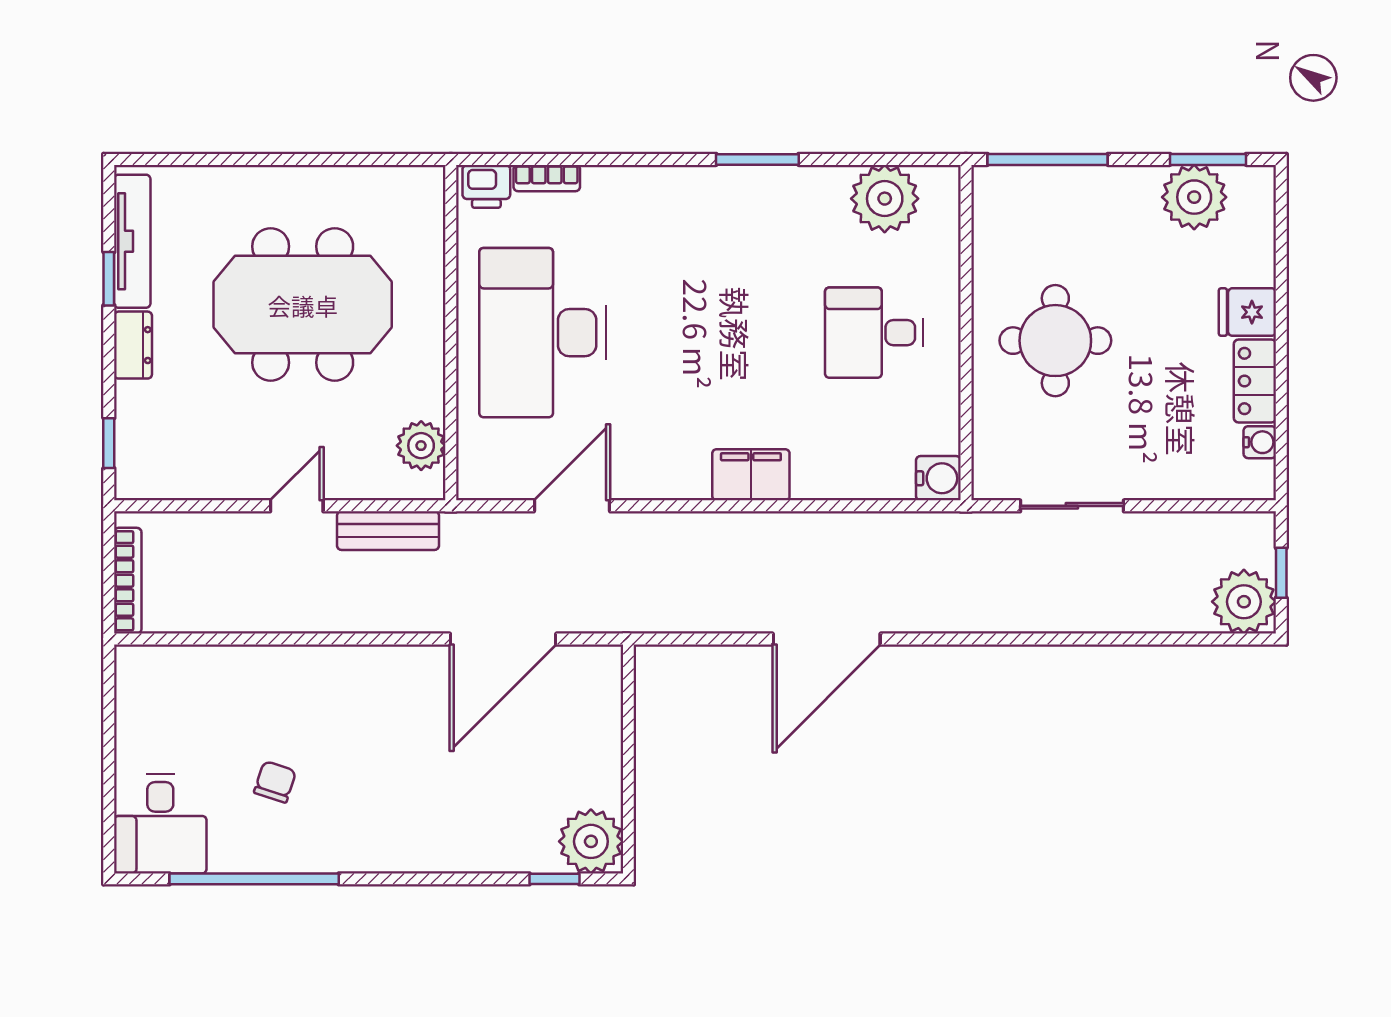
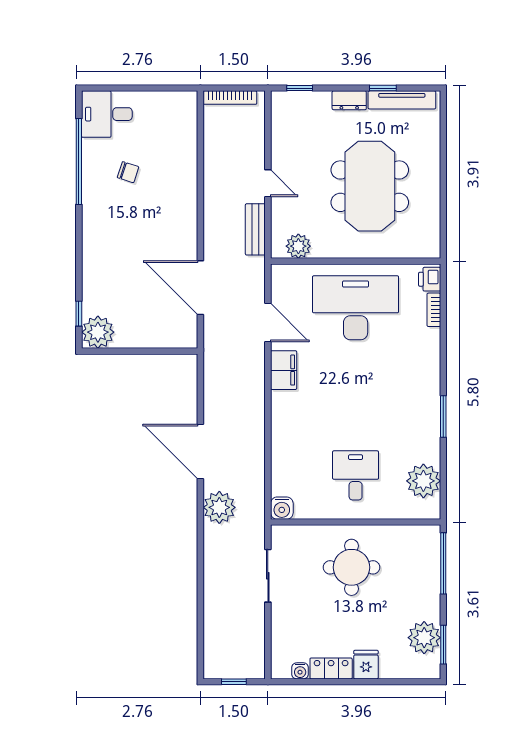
filing cabinet: (751, 475) -> (284, 370), moved
plant: (1244, 602) -> (219, 507), moved

